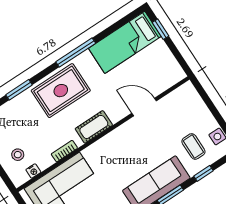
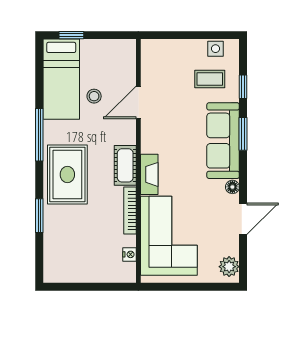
fireplace: (99, 148) -> (149, 174), added
bookcase: (64, 151) -> (130, 211), width x1.56
stool: (18, 155) -> (94, 96), moved

